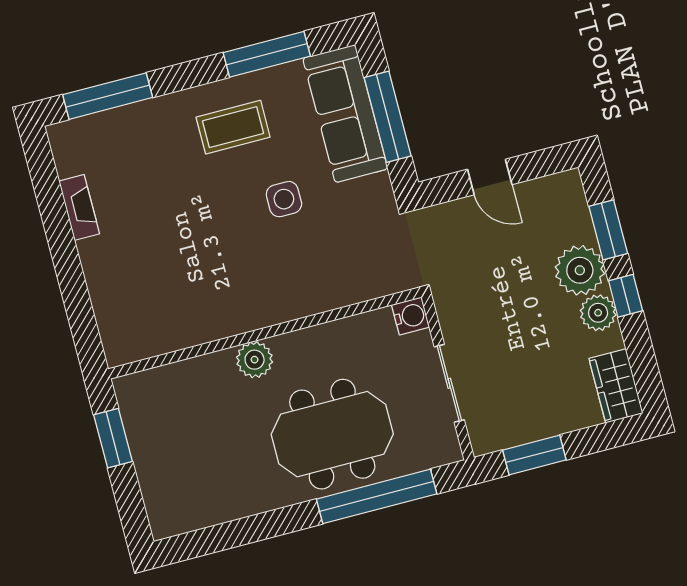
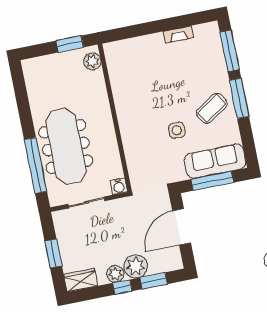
window: (267, 54) -> (239, 98), moved
coffee table: (233, 127) -> (212, 108), turned 57
door: (490, 177) -> (182, 227), width x1.88
plant: (255, 360) -> (92, 61), moved
meeting table: (332, 434) -> (66, 146), width x1.36
window: (534, 455) -> (53, 254), moved

